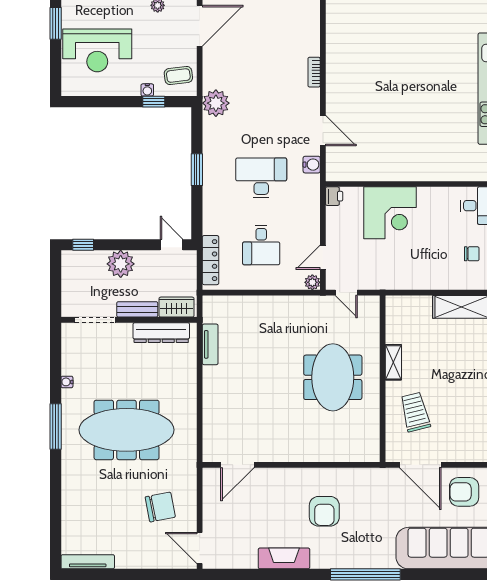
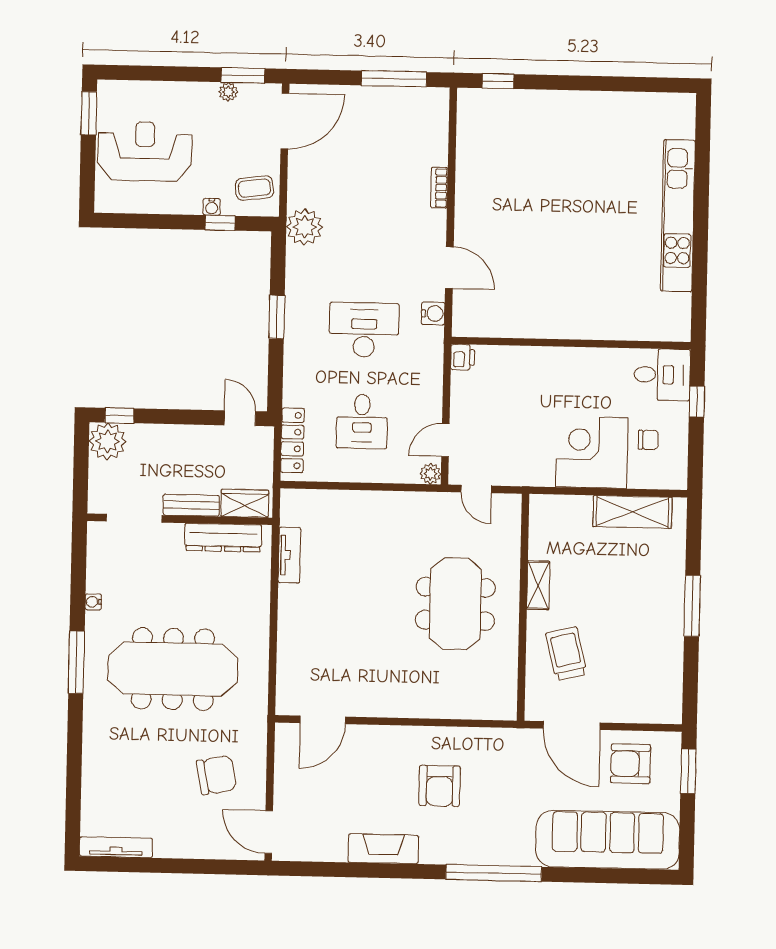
reception desk: (97, 50) -> (145, 151), turned 180
corner desk: (390, 213) -> (592, 452), moved, turned 180
plant: (121, 264) -> (108, 441), moved

